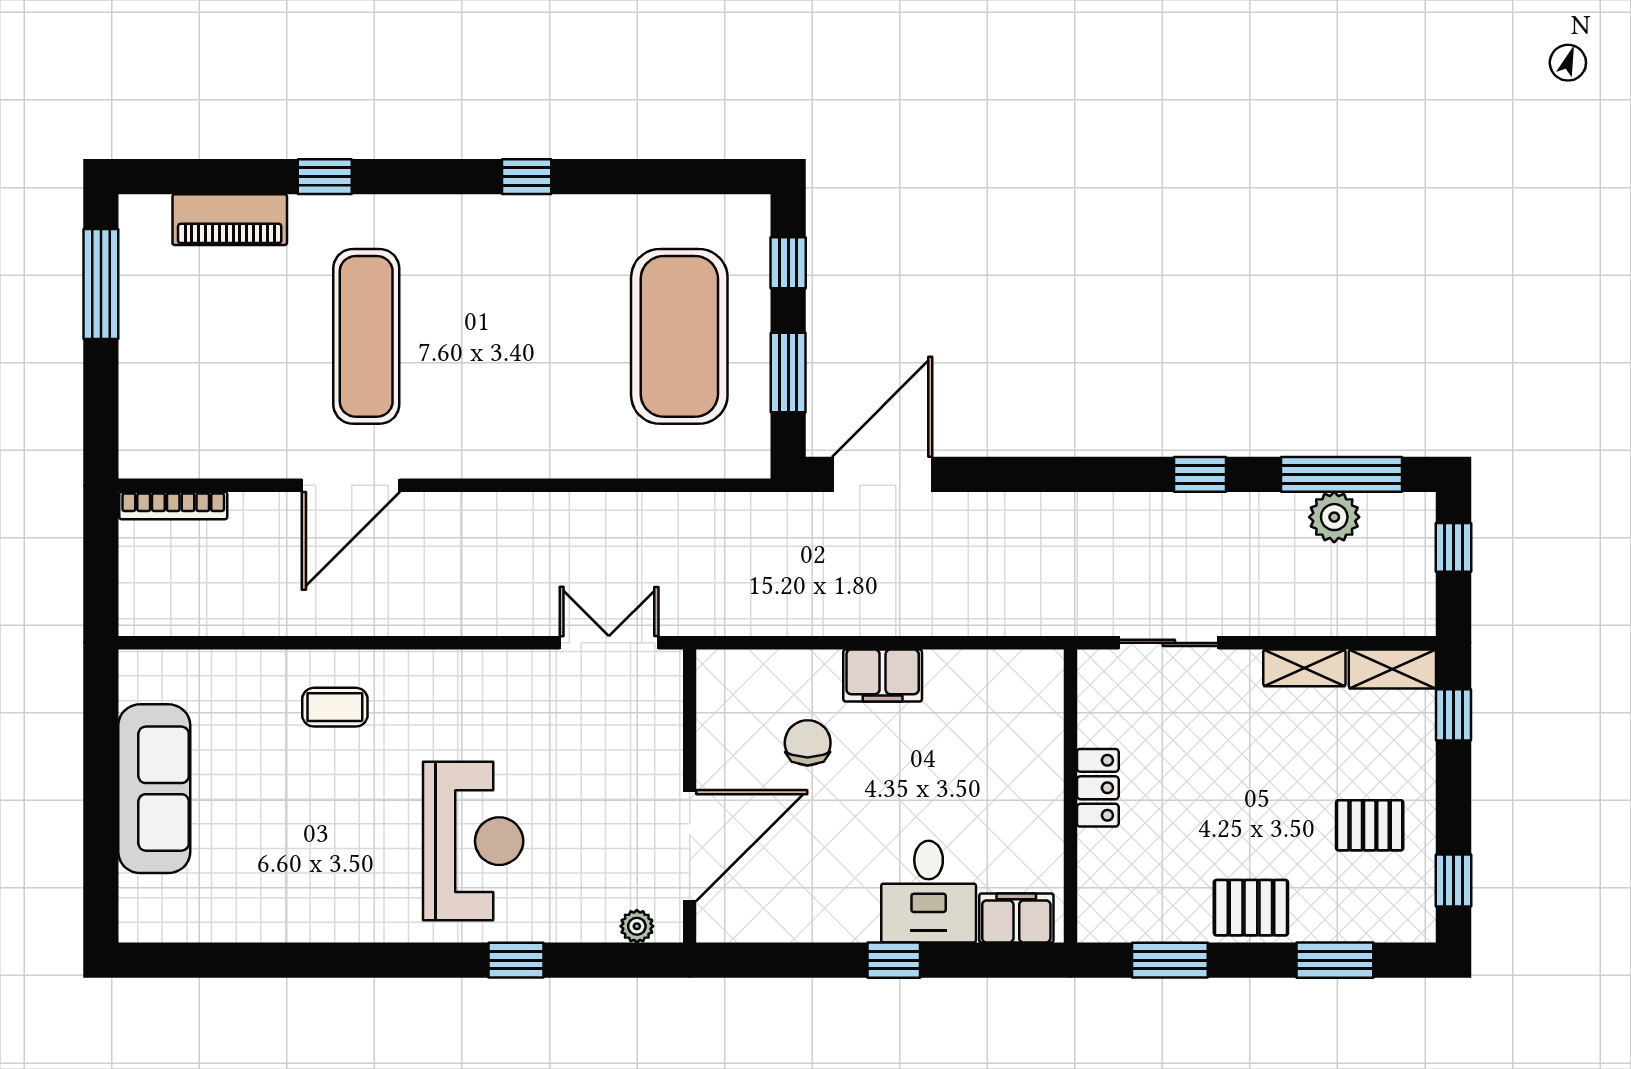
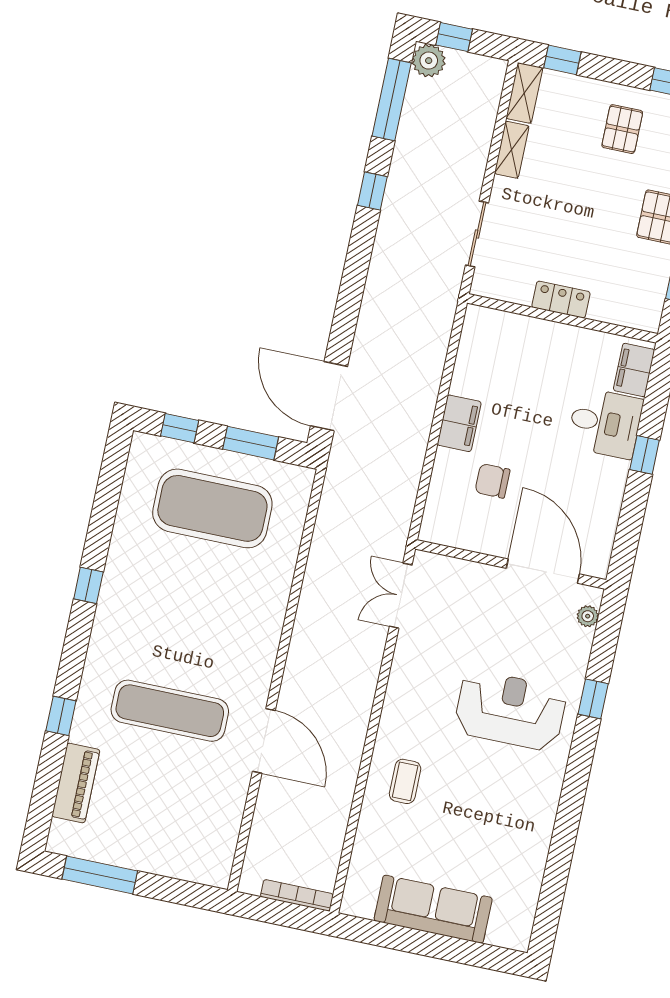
bookcase: (173, 506) -> (297, 895), moved, turned -90
plant: (1334, 517) -> (429, 61), moved

